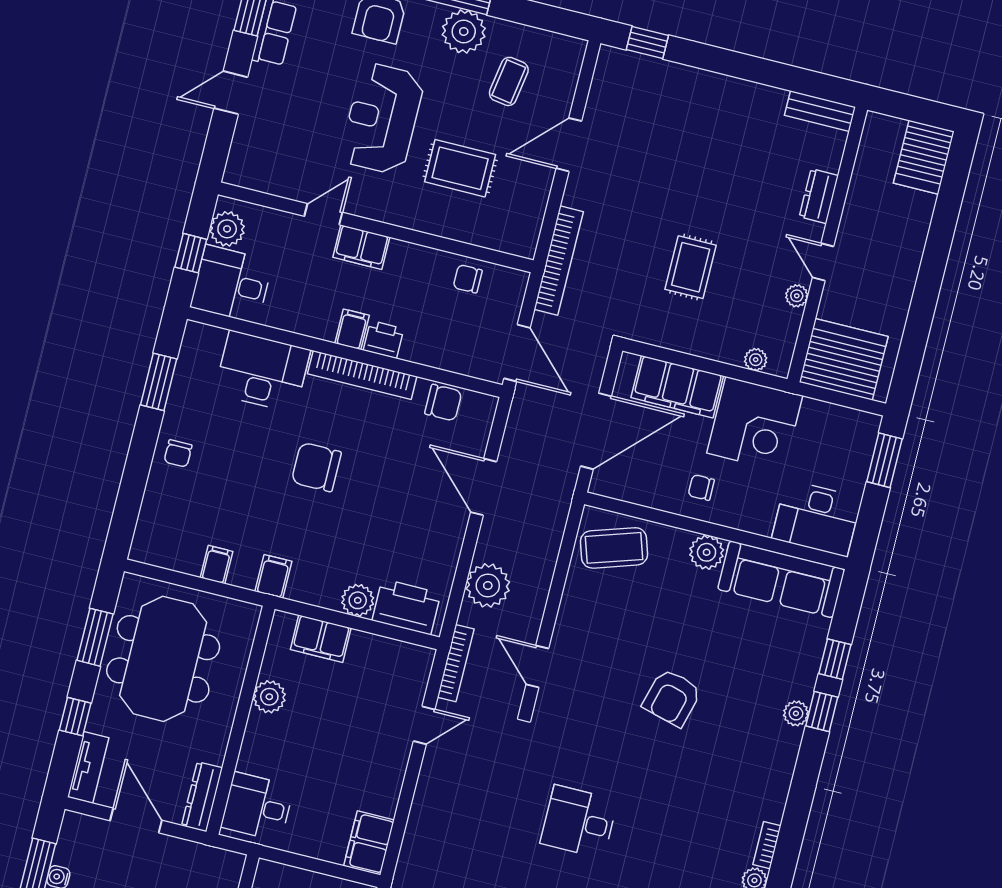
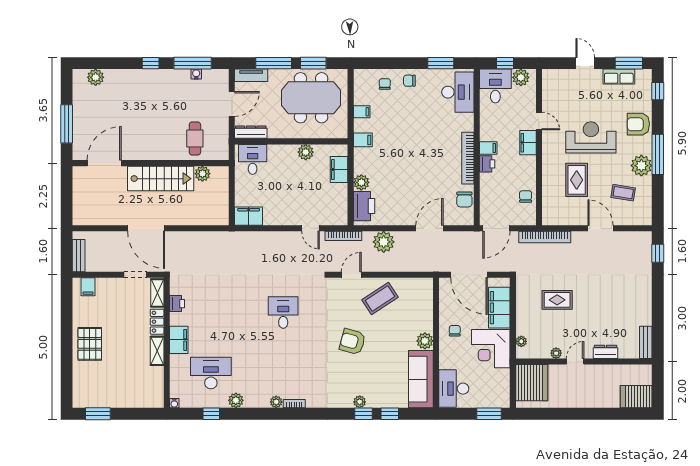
desk: (262, 372) -> (458, 92), moved
chair: (316, 467) -> (385, 84), moved, width x0.54, depth x0.54
coffee table: (614, 548) -> (380, 299), moved, turned 75
window: (75, 717) -> (274, 63), width x2.17

